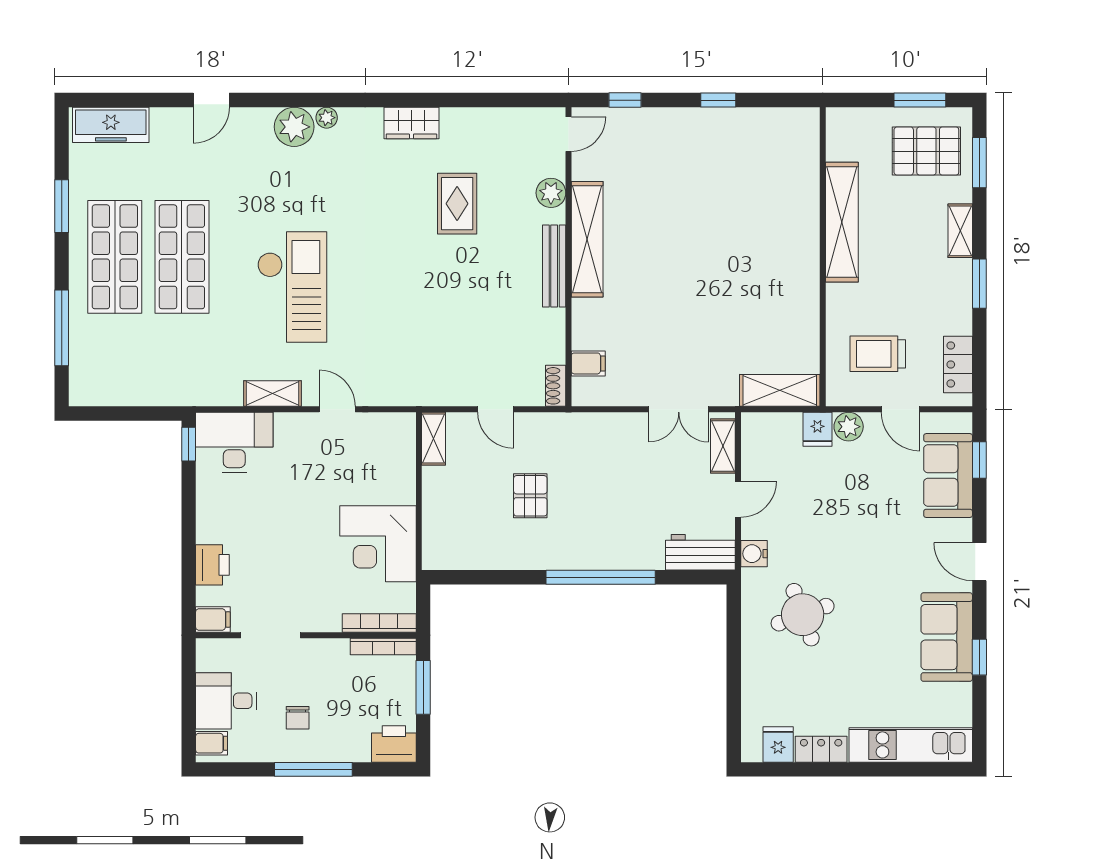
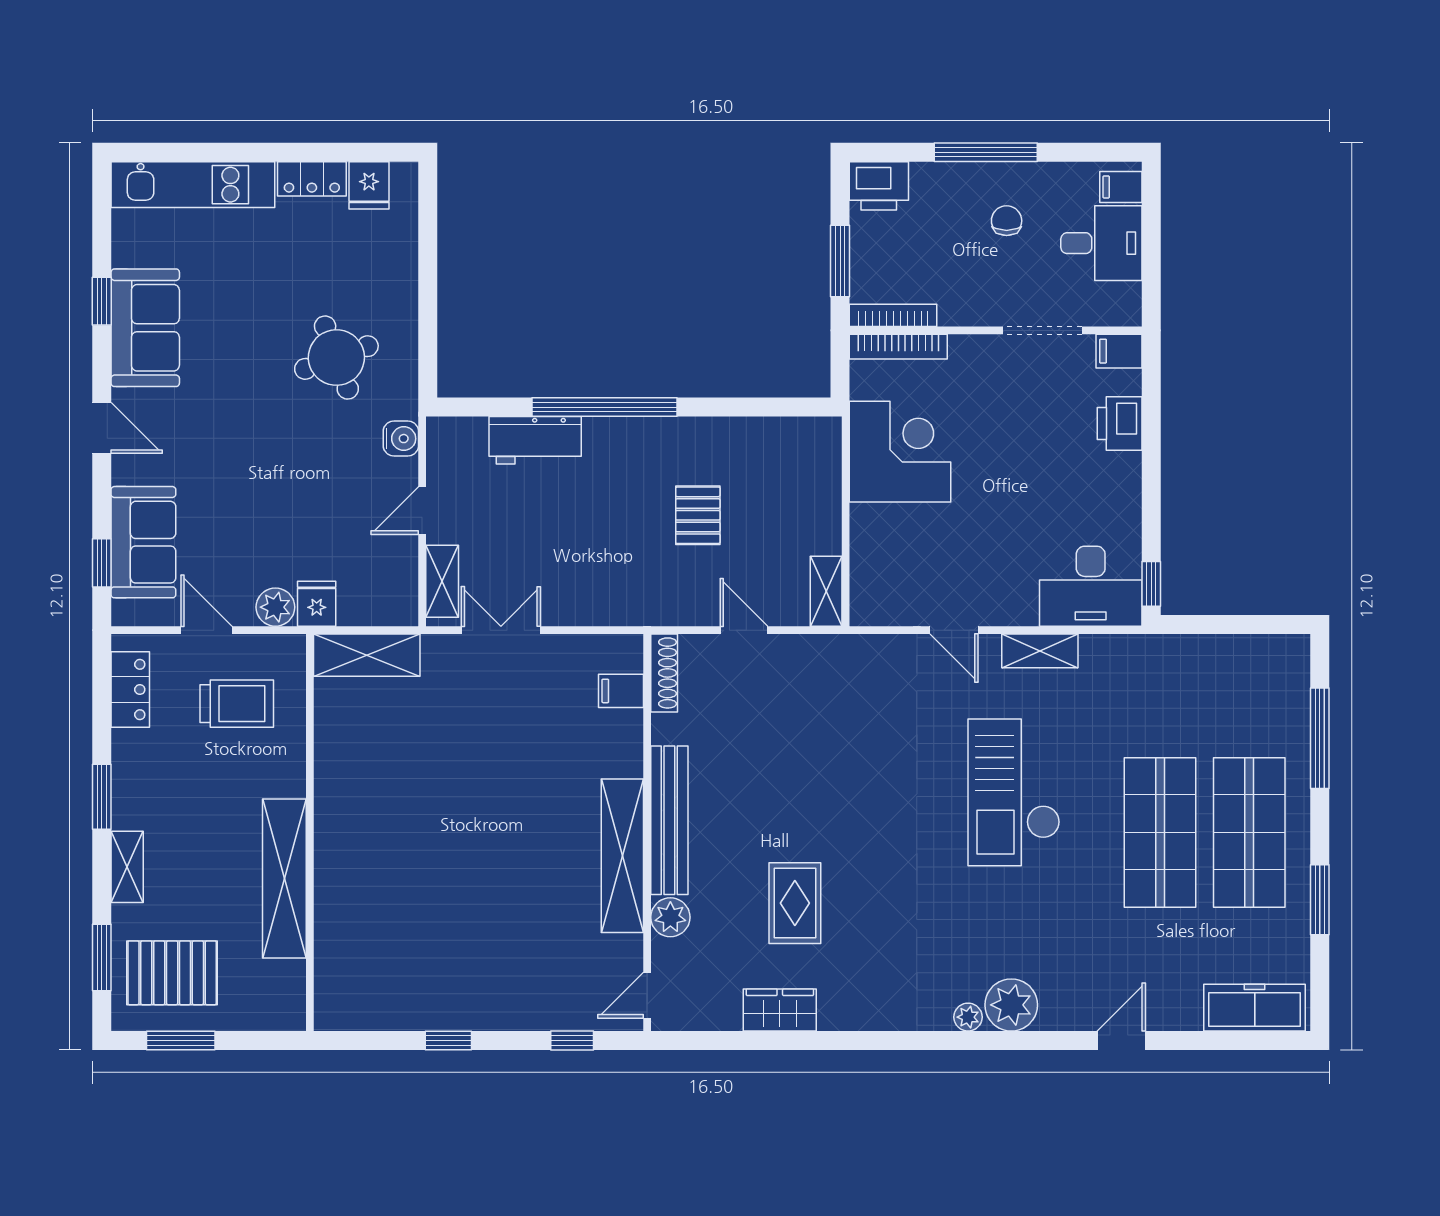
wardrobe: (411, 123) -> (780, 1010), moved
bench: (554, 266) -> (669, 820), width x1.37, depth x1.21
shoe rack: (556, 386) -> (664, 673), width x1.43
workbench: (700, 552) -> (535, 440), moved

